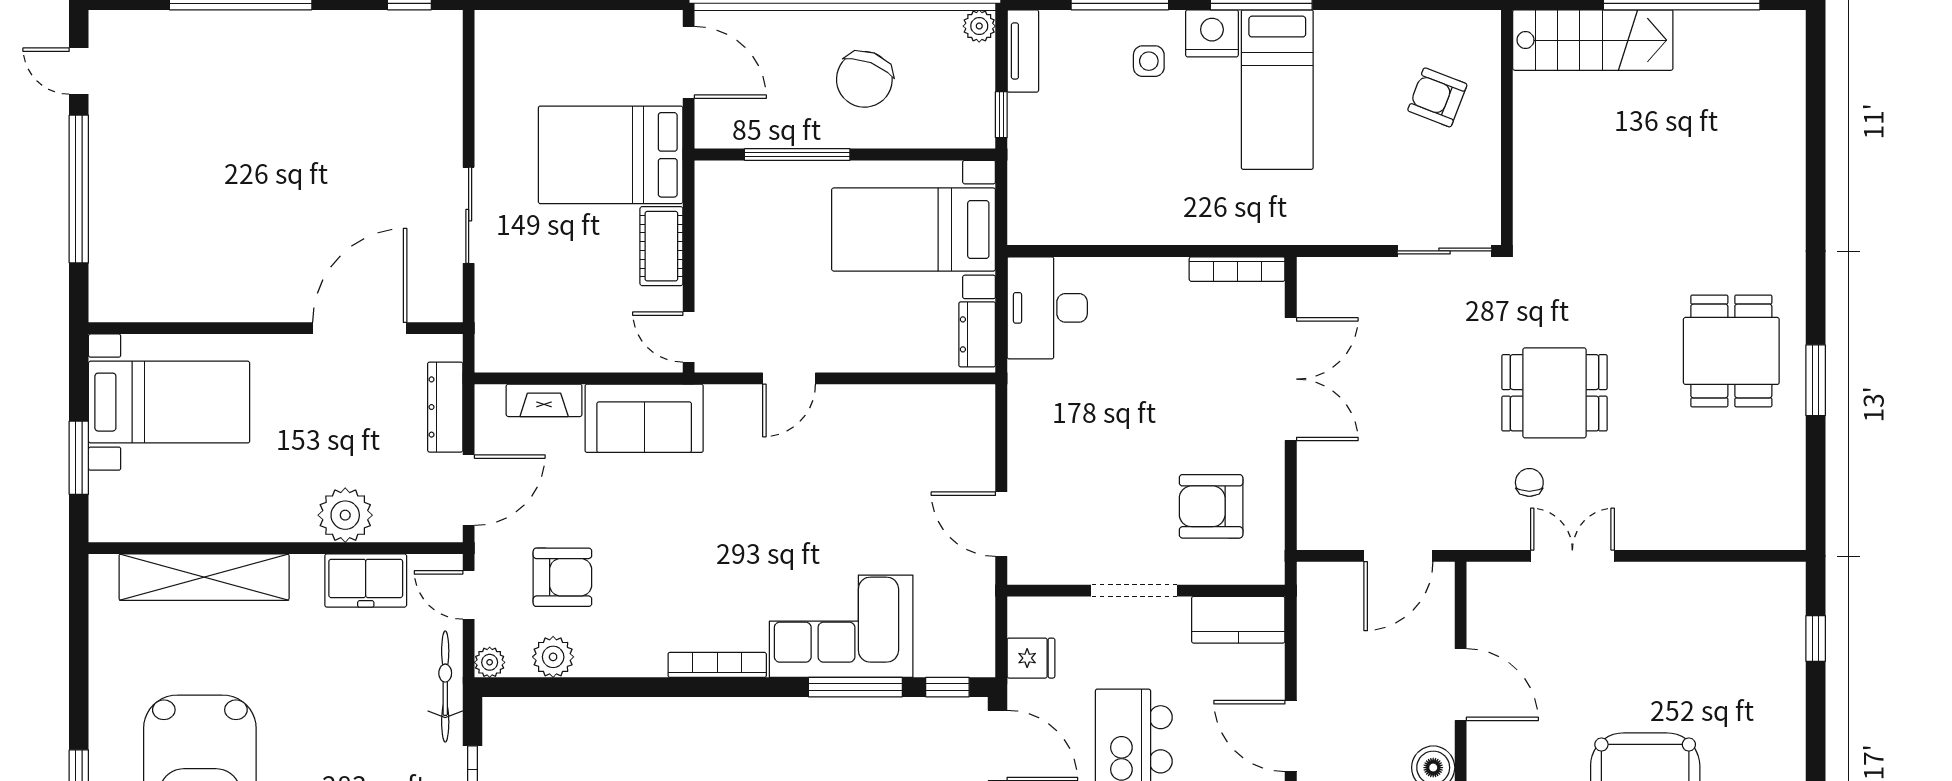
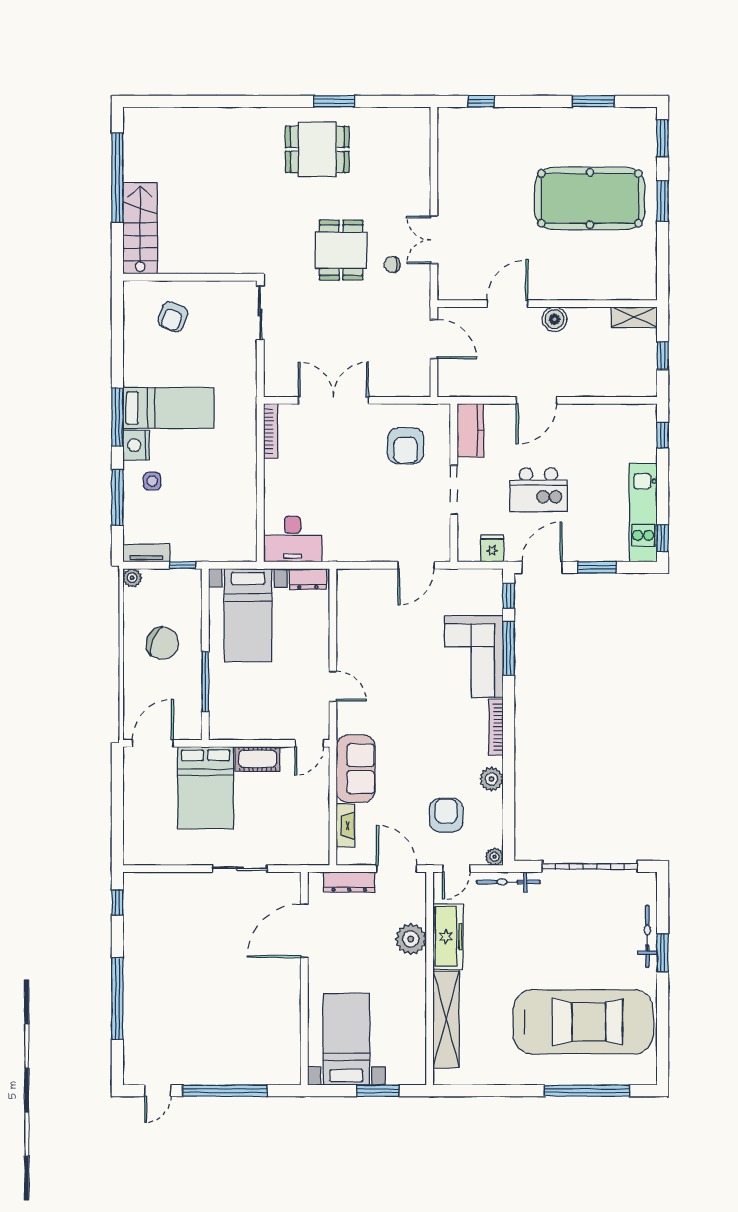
door: (360, 328) -> (304, 931), hinge flipped
freezer: (366, 581) -> (448, 937), width x1.40
plant: (553, 657) -> (491, 779), moved

